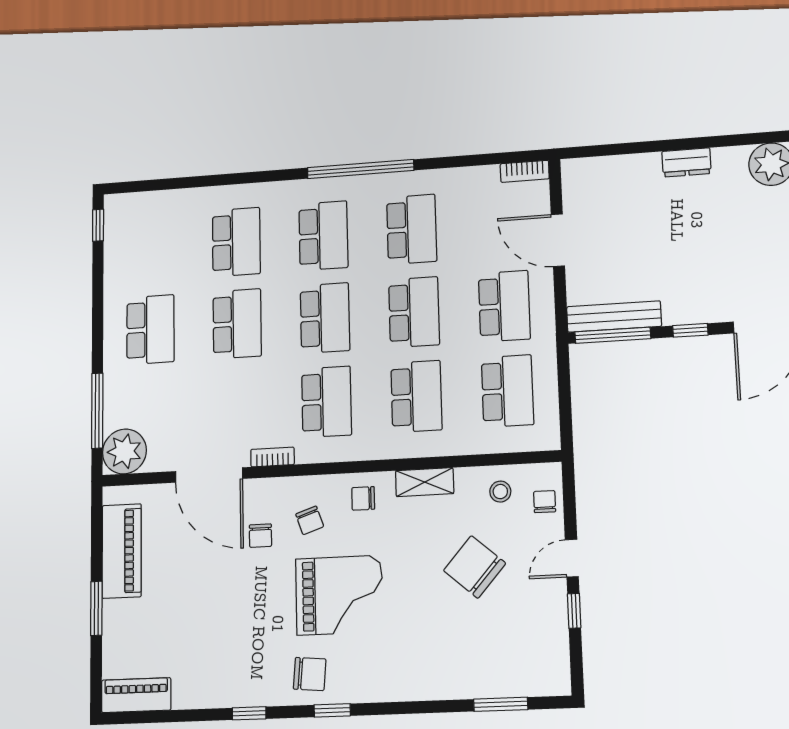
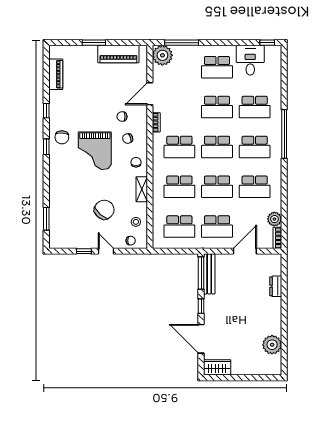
dresser: (686, 162) -> (276, 286), moved
window: (360, 169) -> (284, 134), moved
plant: (482, 181) -> (274, 219), added
desk: (135, 259) -> (250, 60), added
door: (209, 475) -> (150, 94), width x0.73
piano: (136, 695) -> (56, 74), moved

